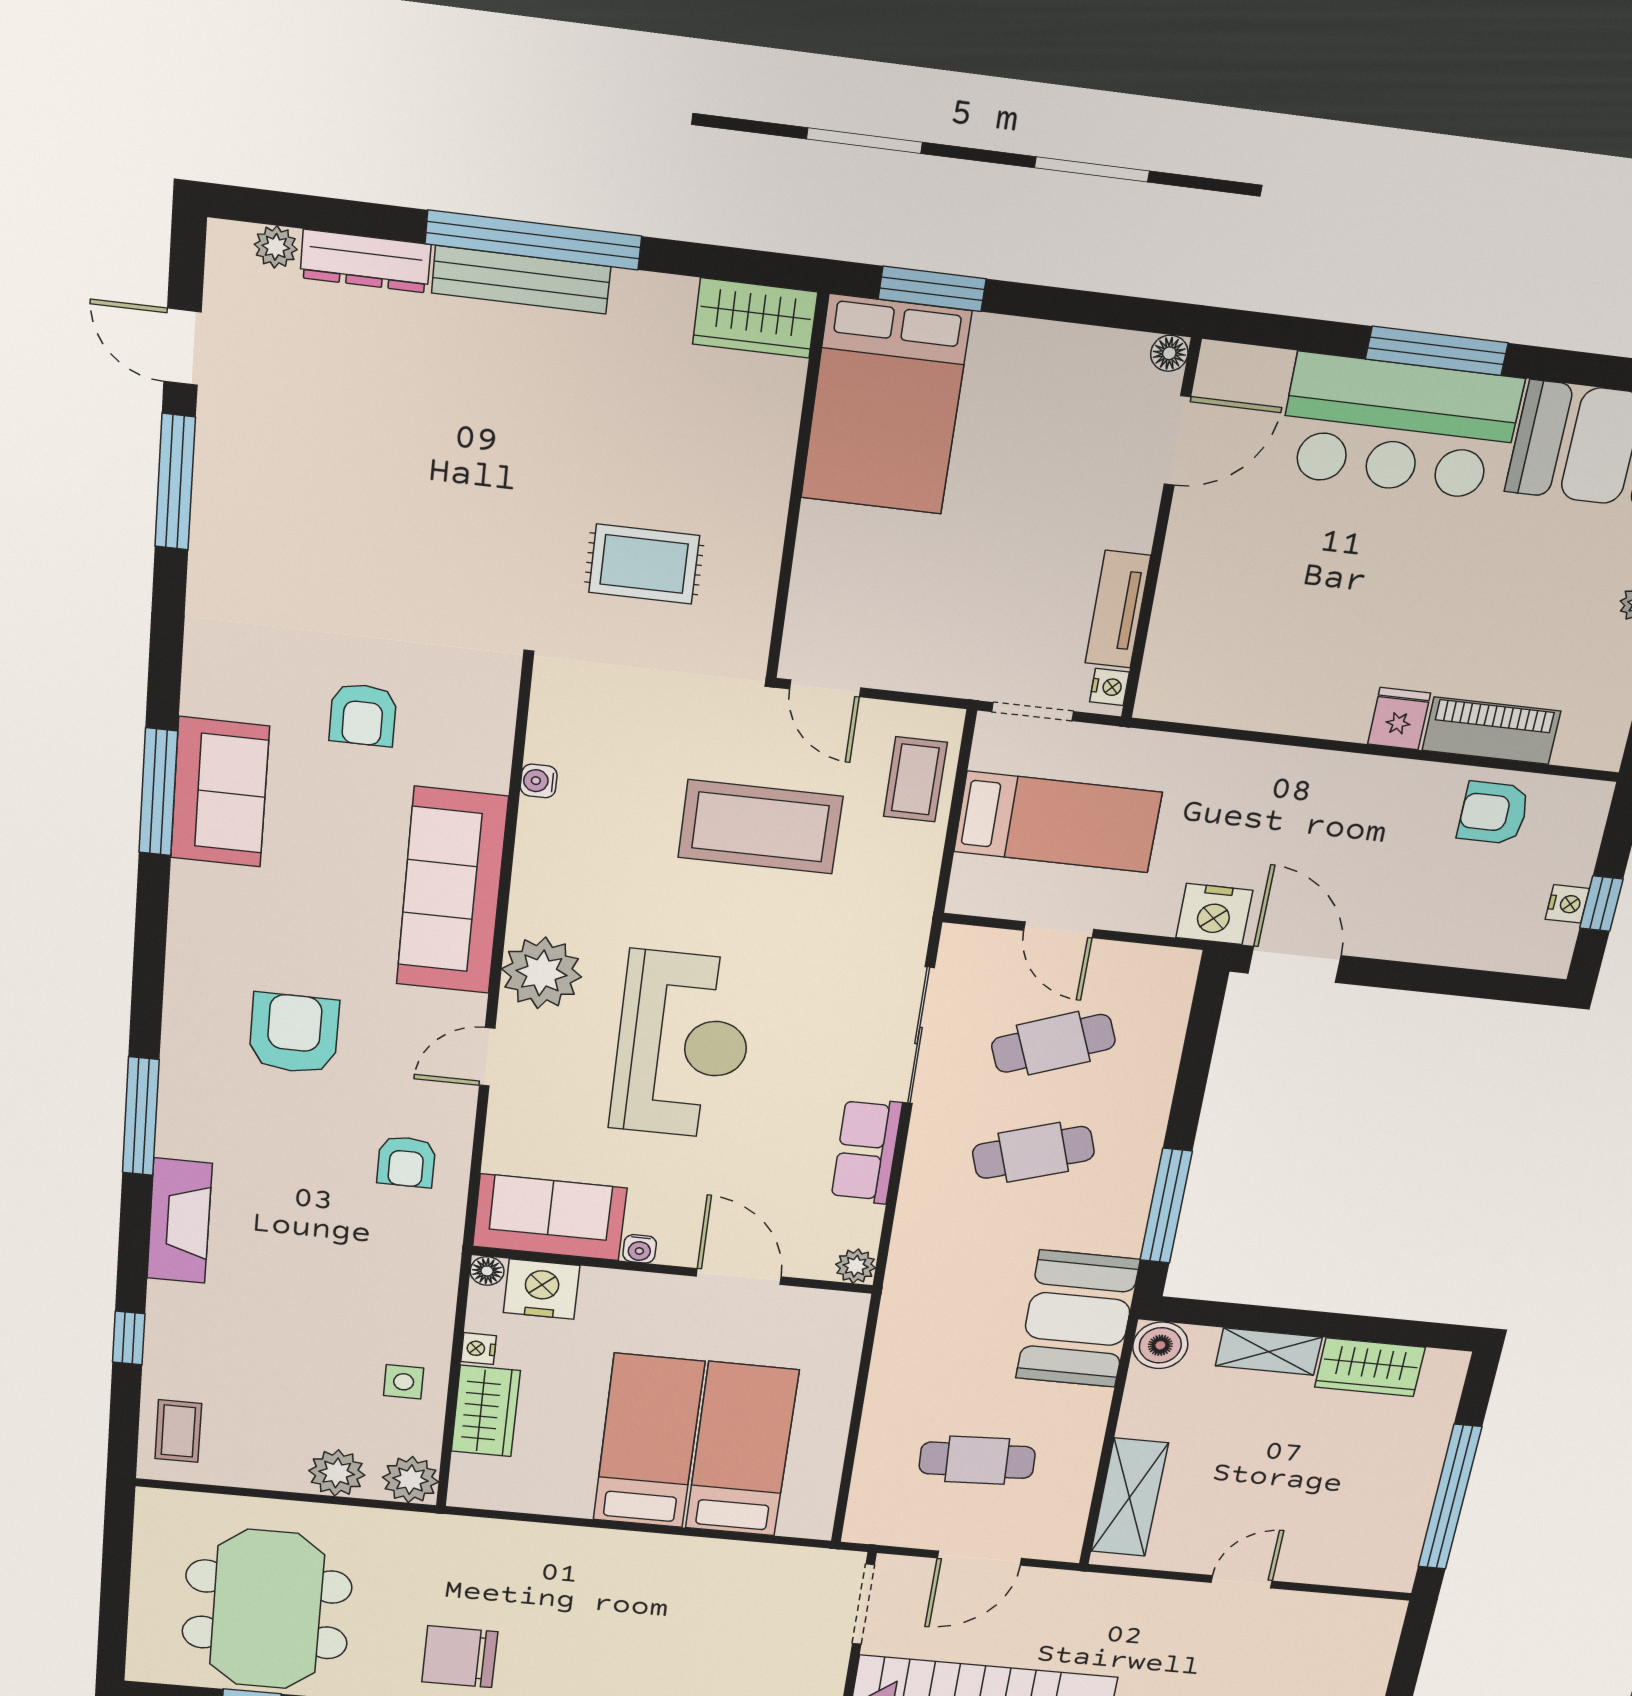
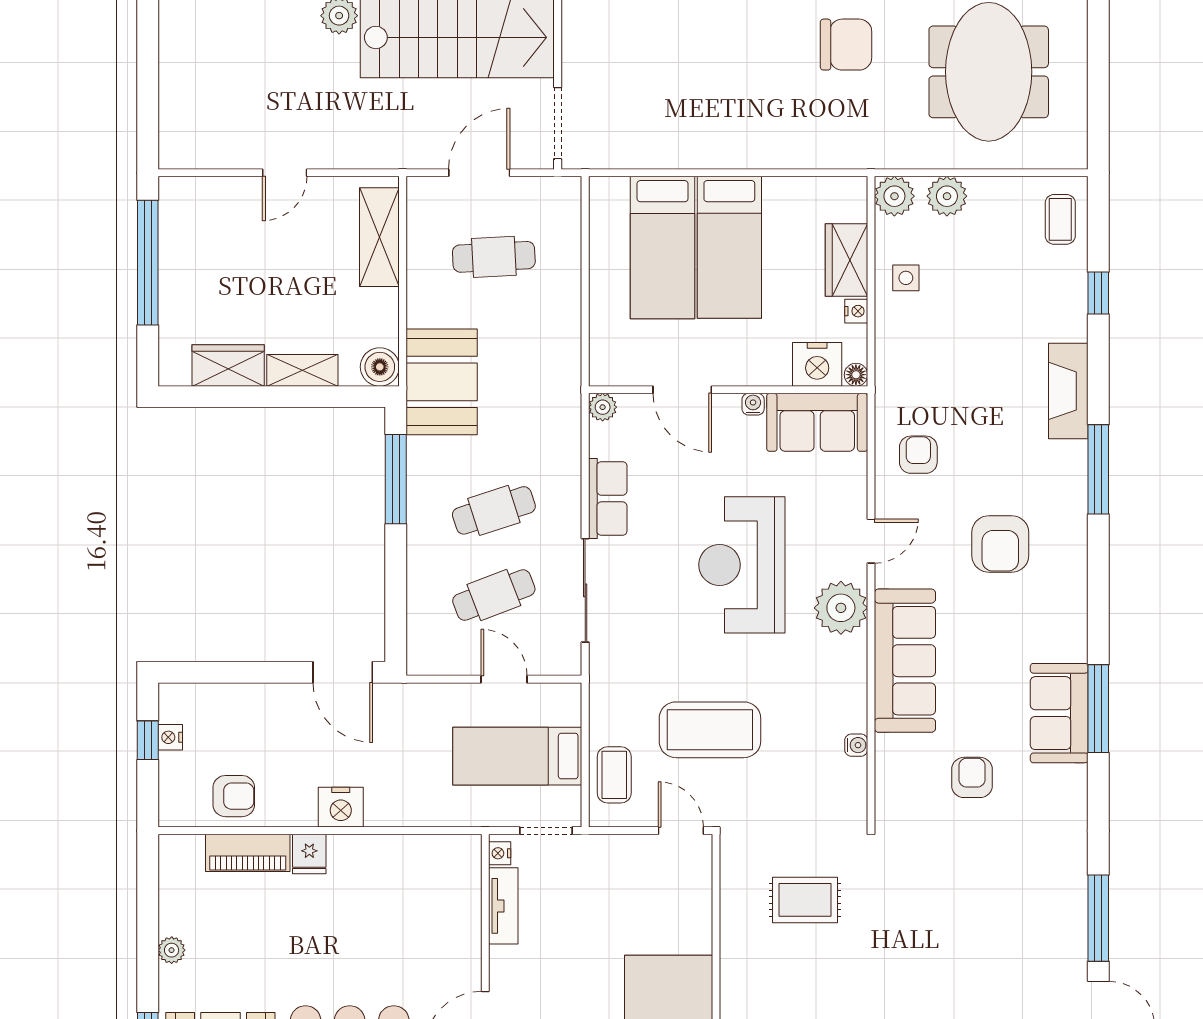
nightstand: (1214, 914) -> (341, 807), moved, turned 180

